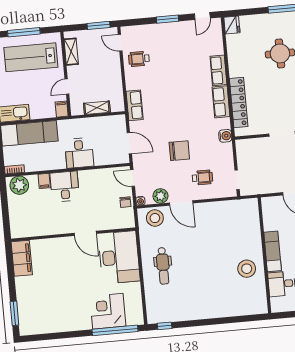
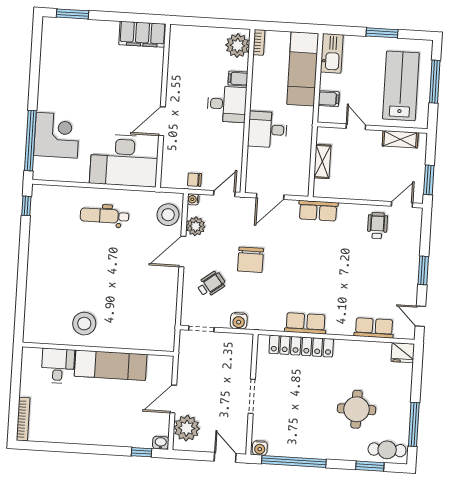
row of seats: (218, 70) -> (374, 328), moved
filing cabinet: (62, 109) -> (329, 99), moved
water cooler: (225, 136) -> (239, 321), moved
wheelchair: (202, 178) -> (211, 284), turned -127
exam couch: (273, 251) -> (111, 365), width x1.36, depth x1.45

